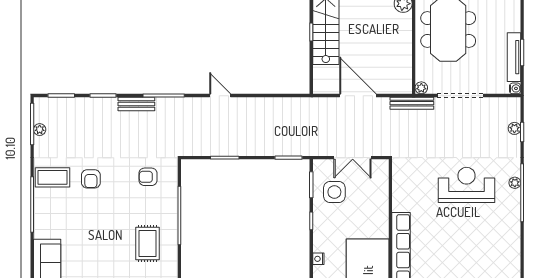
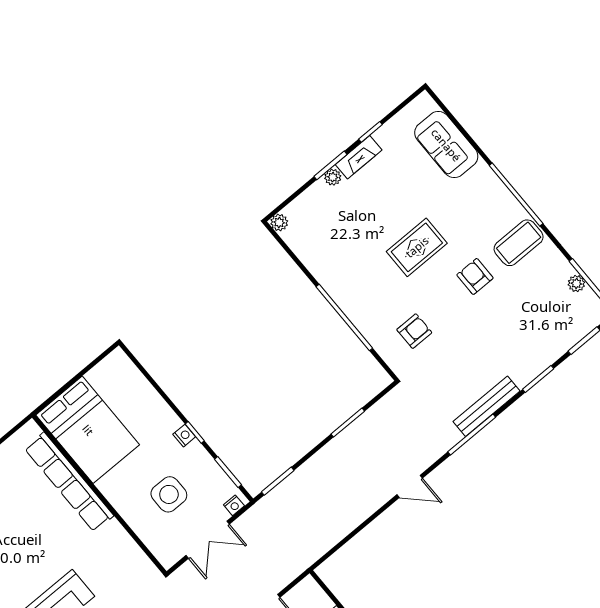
bench: (136, 104) -> (487, 406), width x1.36
double door: (353, 158) -> (208, 540), swing flipped
nightstand: (323, 164) -> (234, 505), added
side table: (334, 192) -> (169, 494), moved
rug: (147, 244) -> (417, 247), moved, turned 90
nightstand: (318, 259) -> (184, 436), moved

